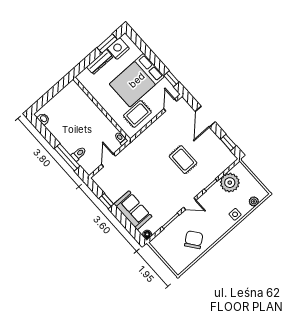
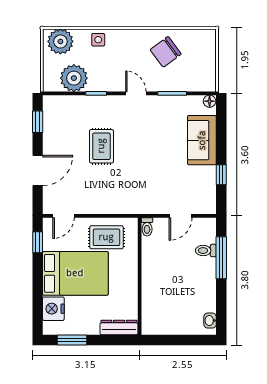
nightstand: (118, 48) -> (53, 309), moved, turned 90
dresser: (100, 62) -> (119, 327), moved
plant: (254, 201) -> (60, 41), width x1.87, depth x1.87

